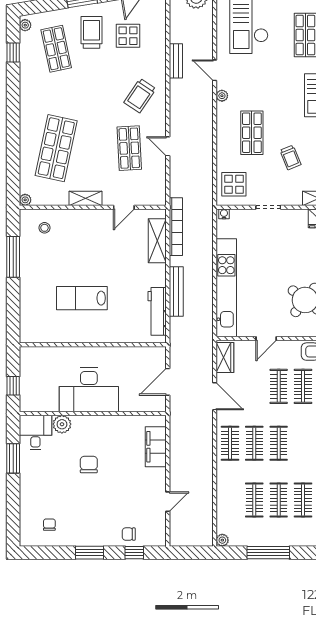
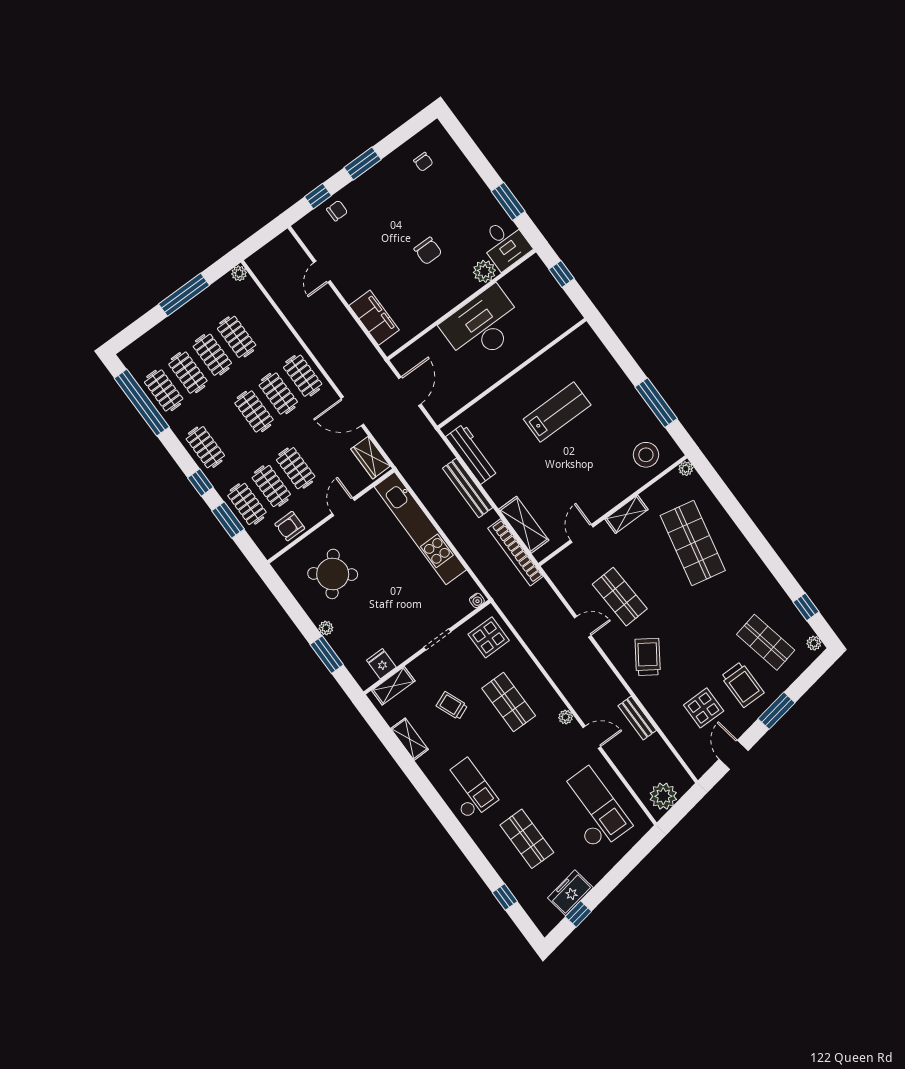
stool: (44, 228) -> (646, 455), width x1.89, depth x1.89

